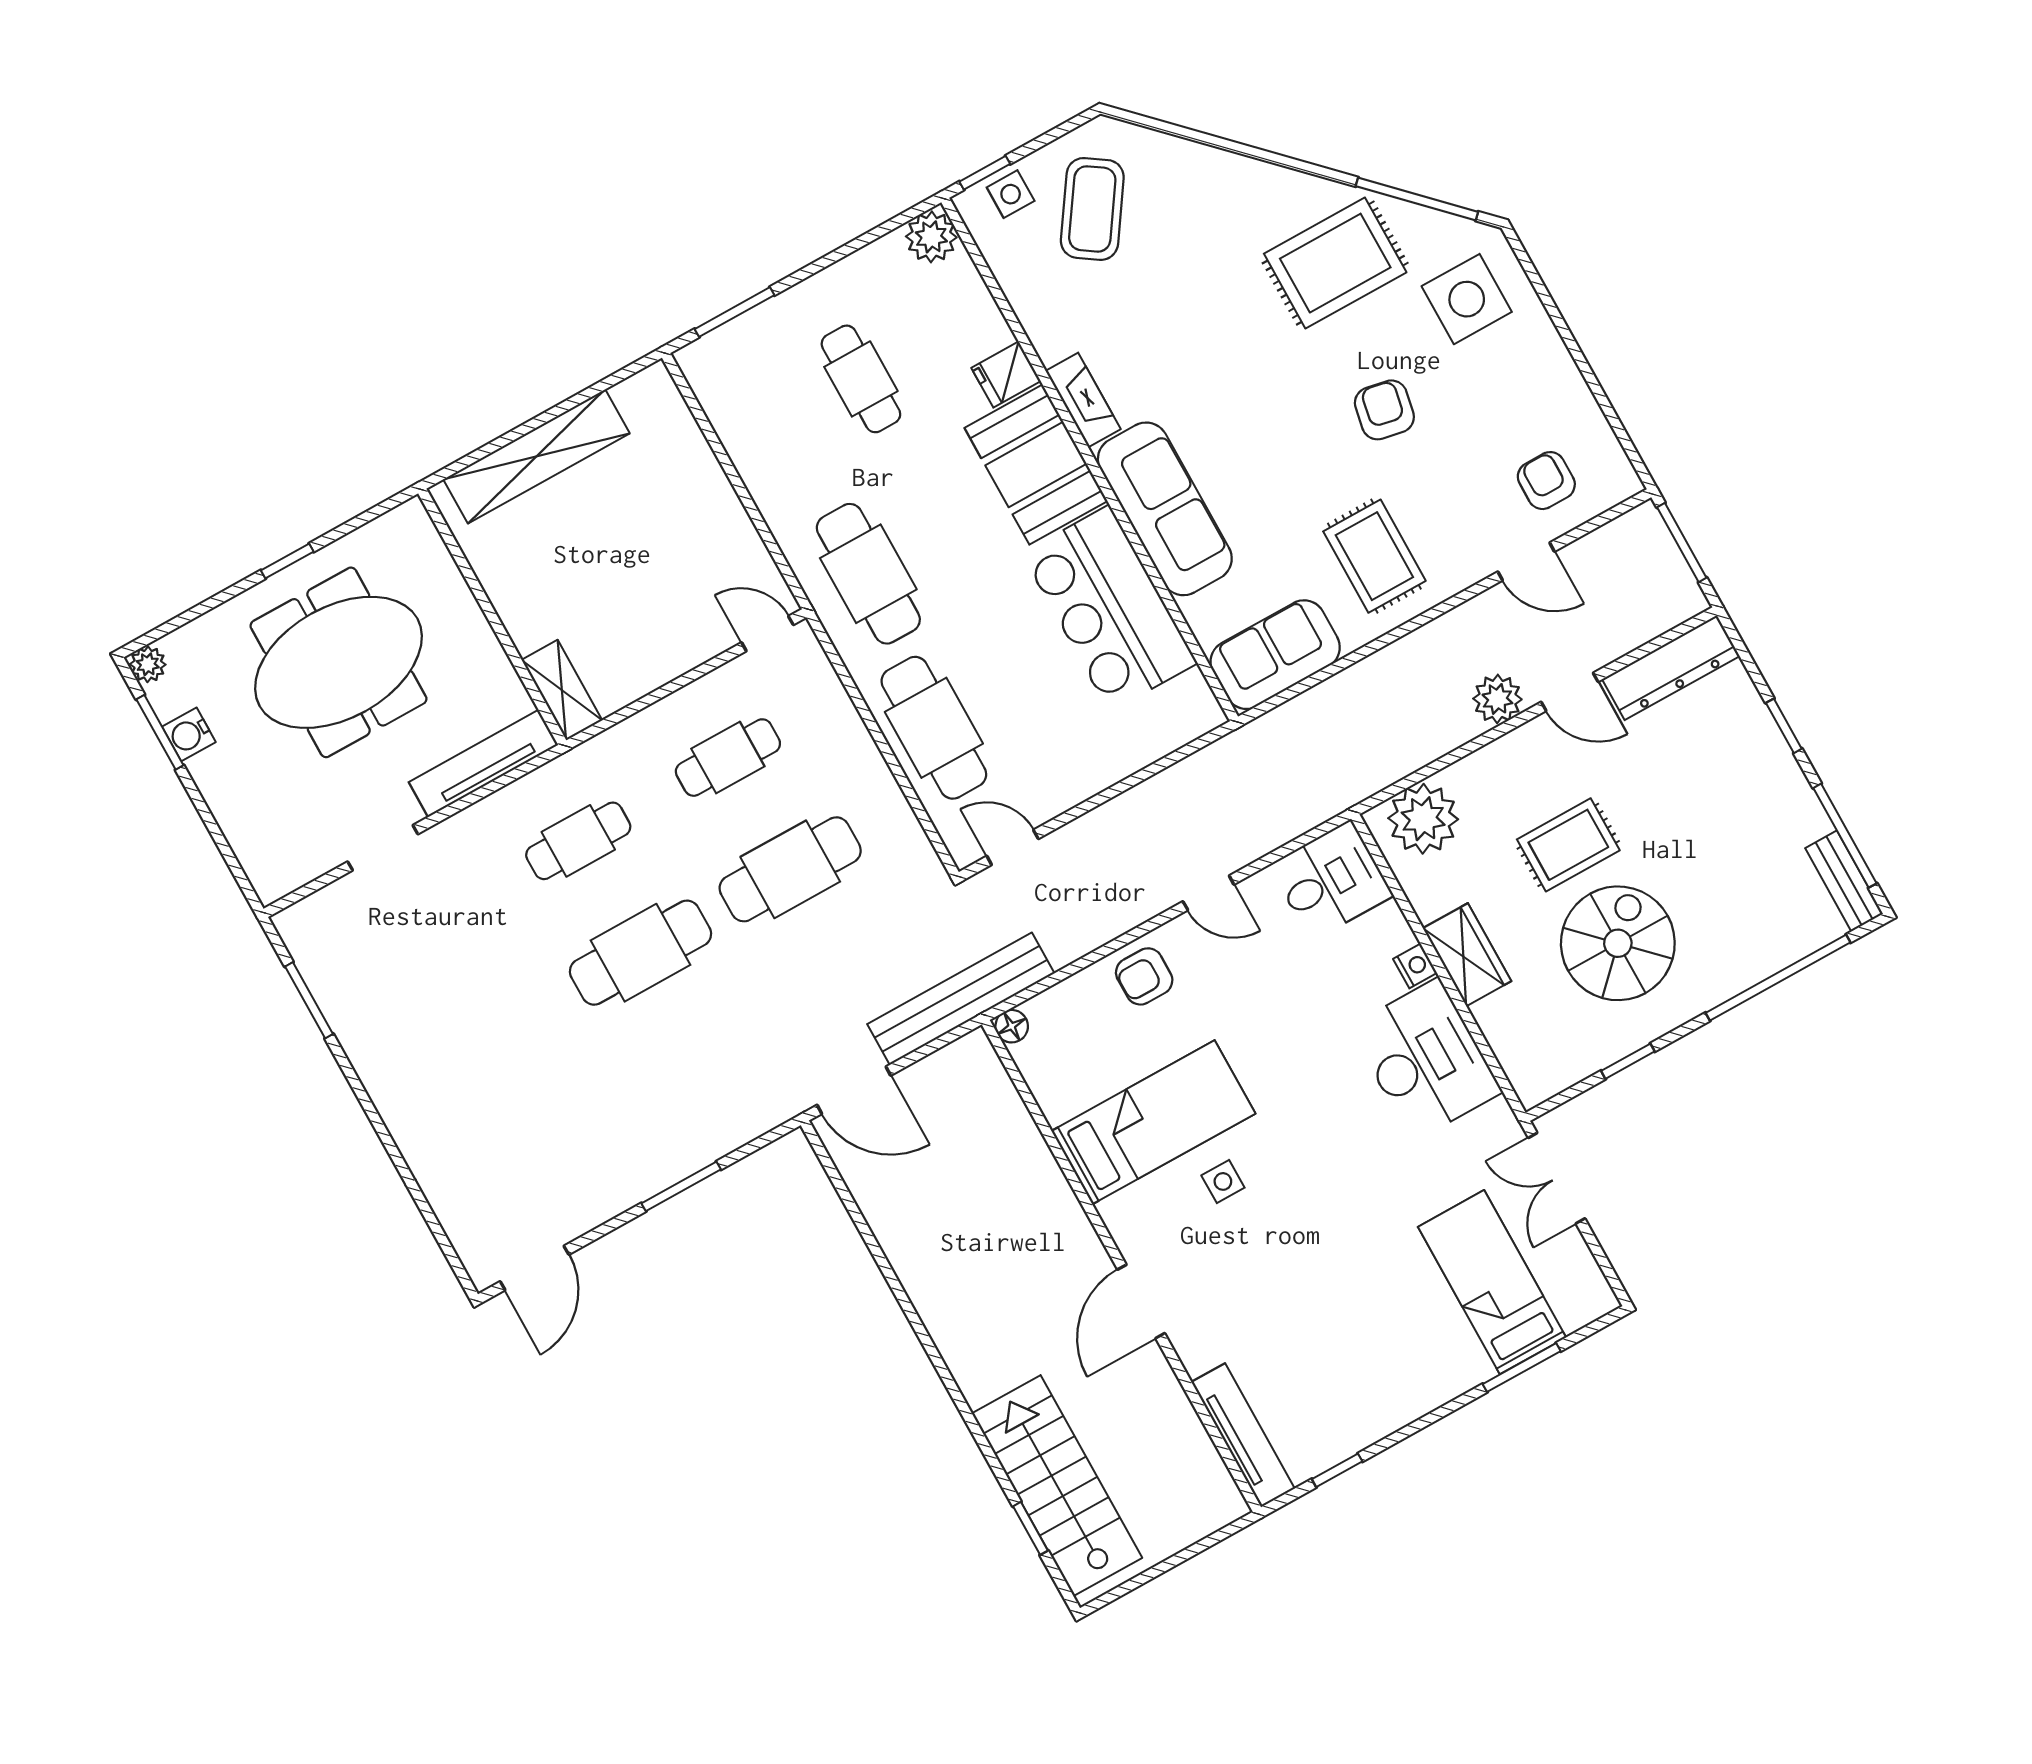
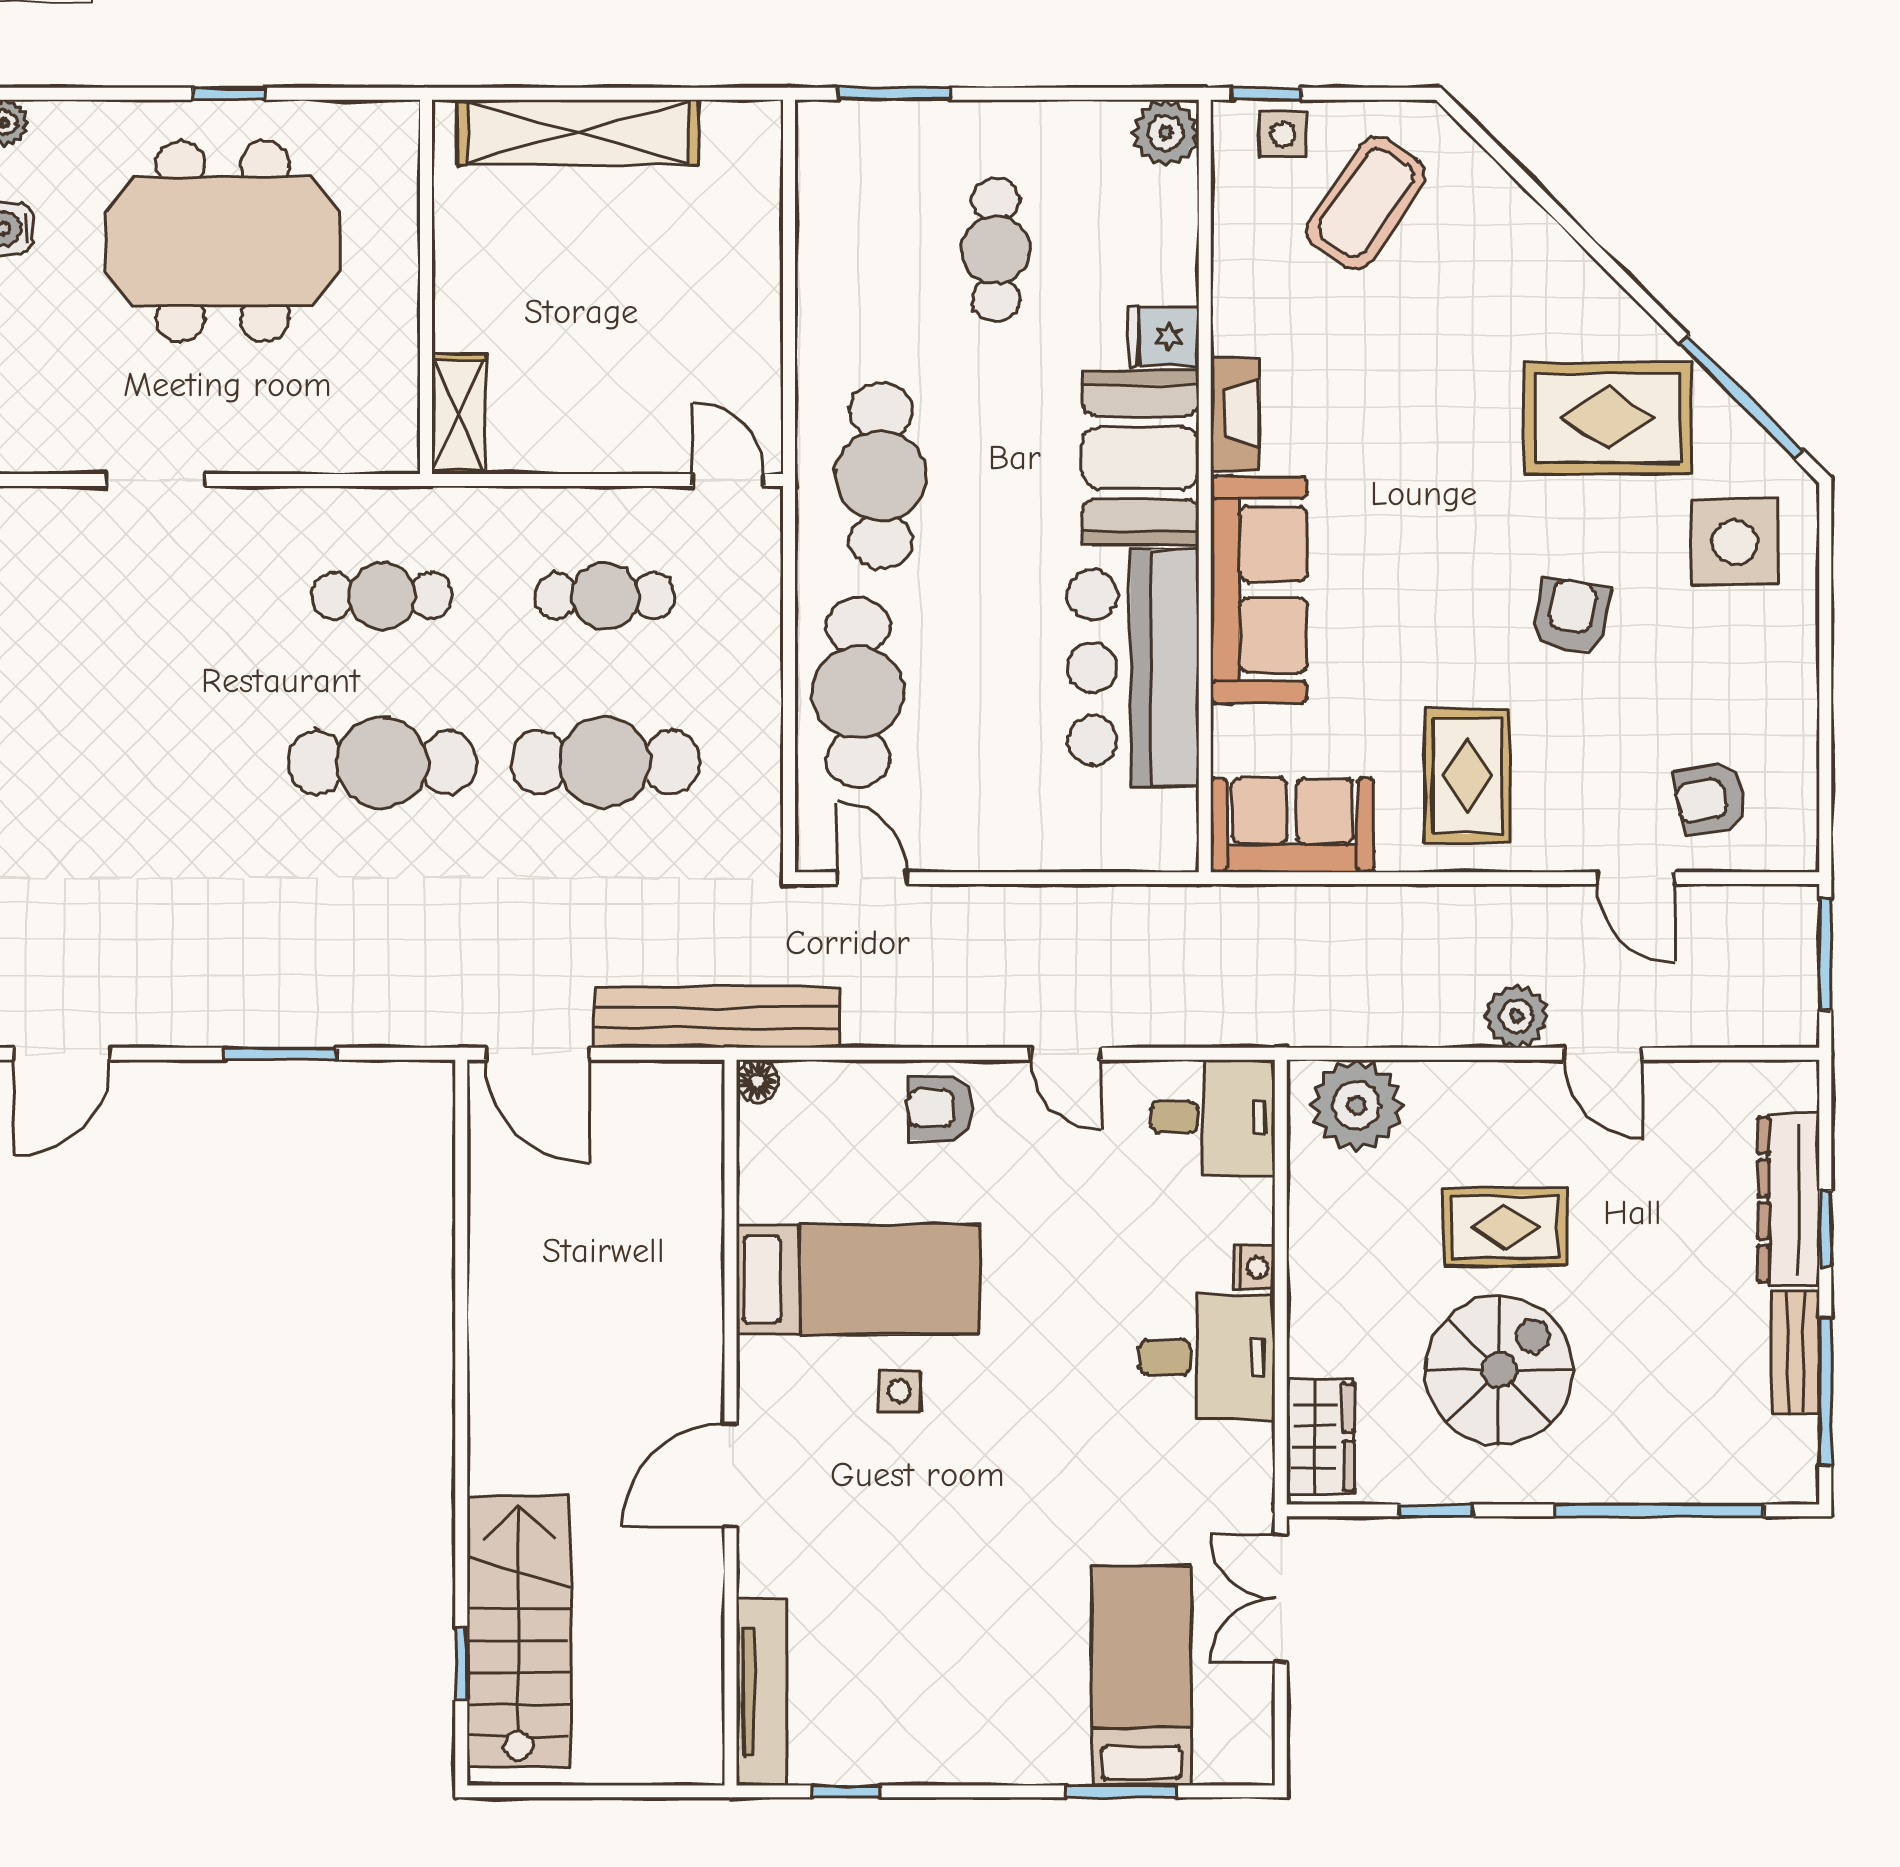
armchair: (1546, 481) -> (1710, 799), turned -101
dresser: (1671, 668) -> (1789, 1200), moved, turned 90
tv unit: (483, 763) -> (323, 448), removed
bench: (1844, 881) -> (1796, 1352), moved
wardrobe: (1467, 955) -> (1320, 1436), moved
desk: (1426, 1060) -> (1207, 1357), width x0.73

